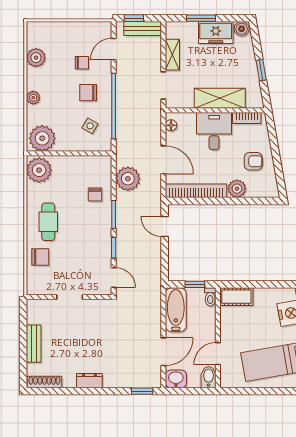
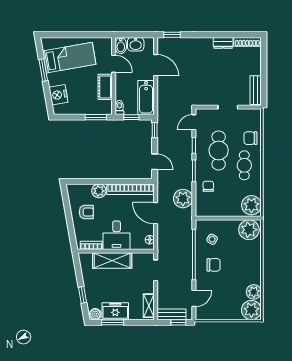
window: (201, 18) -> (113, 322), moved
shelving: (172, 55) -> (149, 306), moved
chair: (82, 63) -> (218, 288), removed
window: (261, 70) -> (82, 295), moved
plant: (33, 98) -> (251, 310), moved, width x1.88, depth x1.88
armchair: (253, 161) -> (86, 212), turned 180
cafe table: (82, 241) -> (219, 150), added
window: (165, 268) -> (155, 130), added
door: (114, 278) -> (194, 122), hinge flipped
window: (241, 284) -> (96, 117), added
cot: (236, 297) -> (105, 87), moved, turned 90
bench: (34, 344) -> (256, 90), moved
door: (163, 352) -> (156, 65), swing flipped
door: (218, 354) -> (114, 64), hinge flipped
washbasin: (176, 379) -> (136, 44), moved
dresser: (89, 381) -> (223, 43), moved

